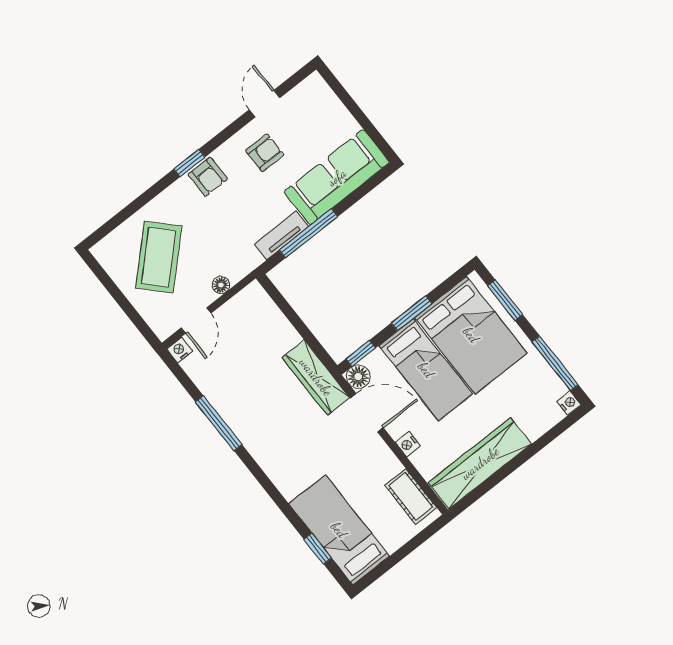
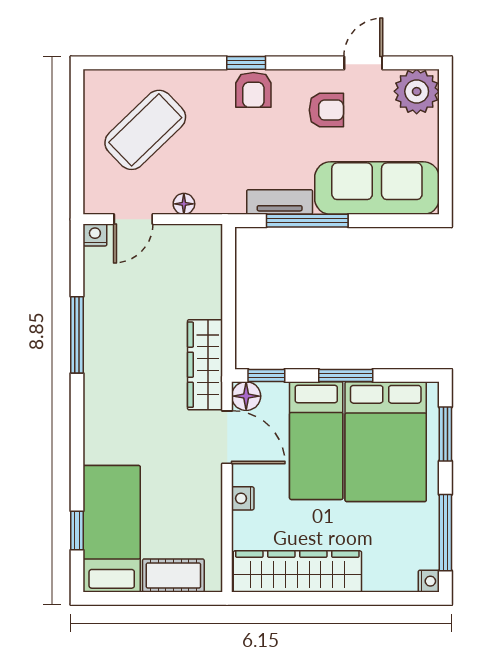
plant: (313, 95) -> (417, 91), added
cot: (411, 496) -> (173, 575), moved, turned 90

